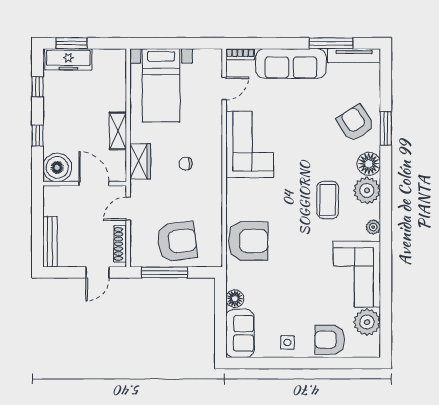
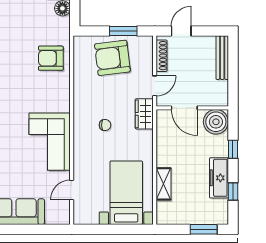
bookcase: (240, 54) -> (58, 220), removed
freezer: (68, 59) -> (219, 178), moved, turned -90
shelving: (118, 131) -> (164, 184), moved
wardrobe: (140, 161) -> (144, 114), moved
armchair: (248, 241) -> (51, 58), width x0.73, depth x0.73
window: (164, 272) -> (123, 31), width x0.69

